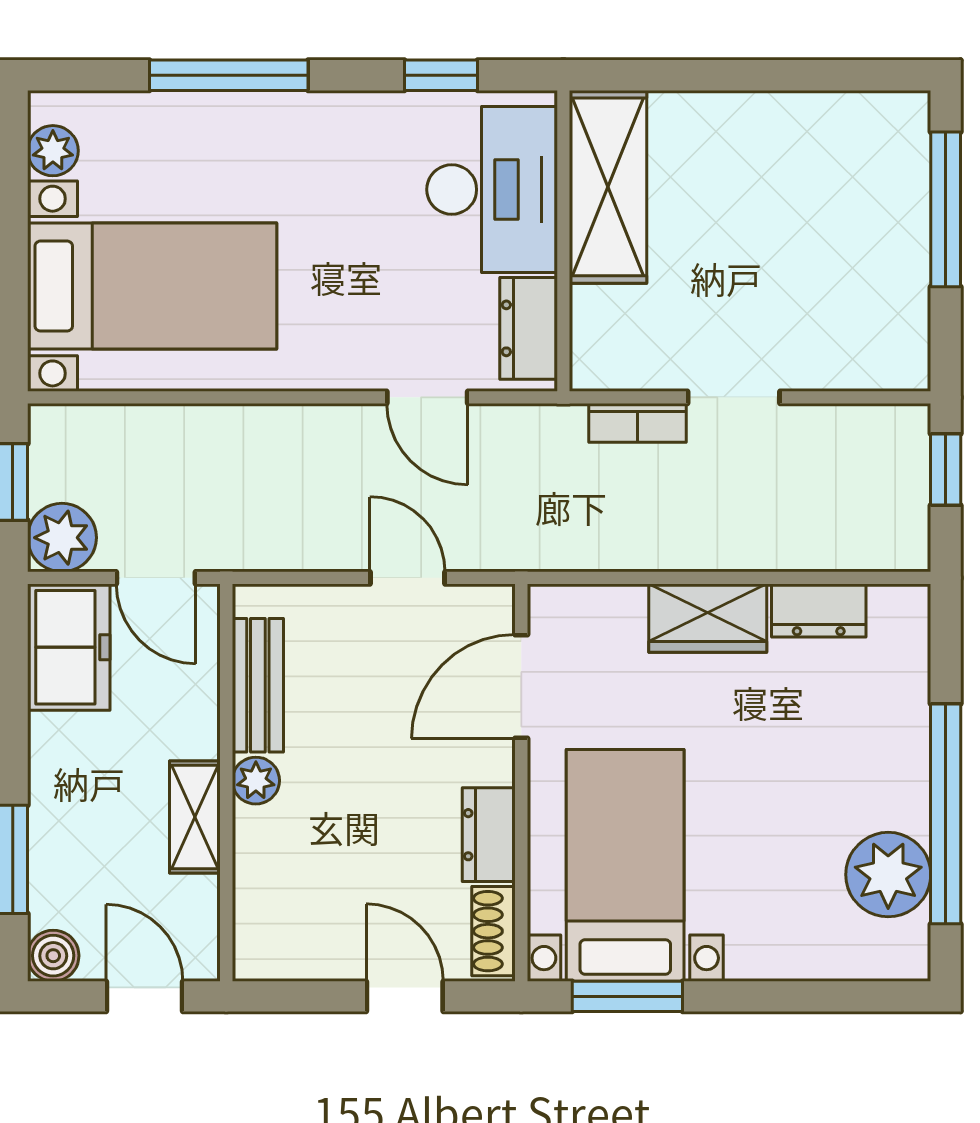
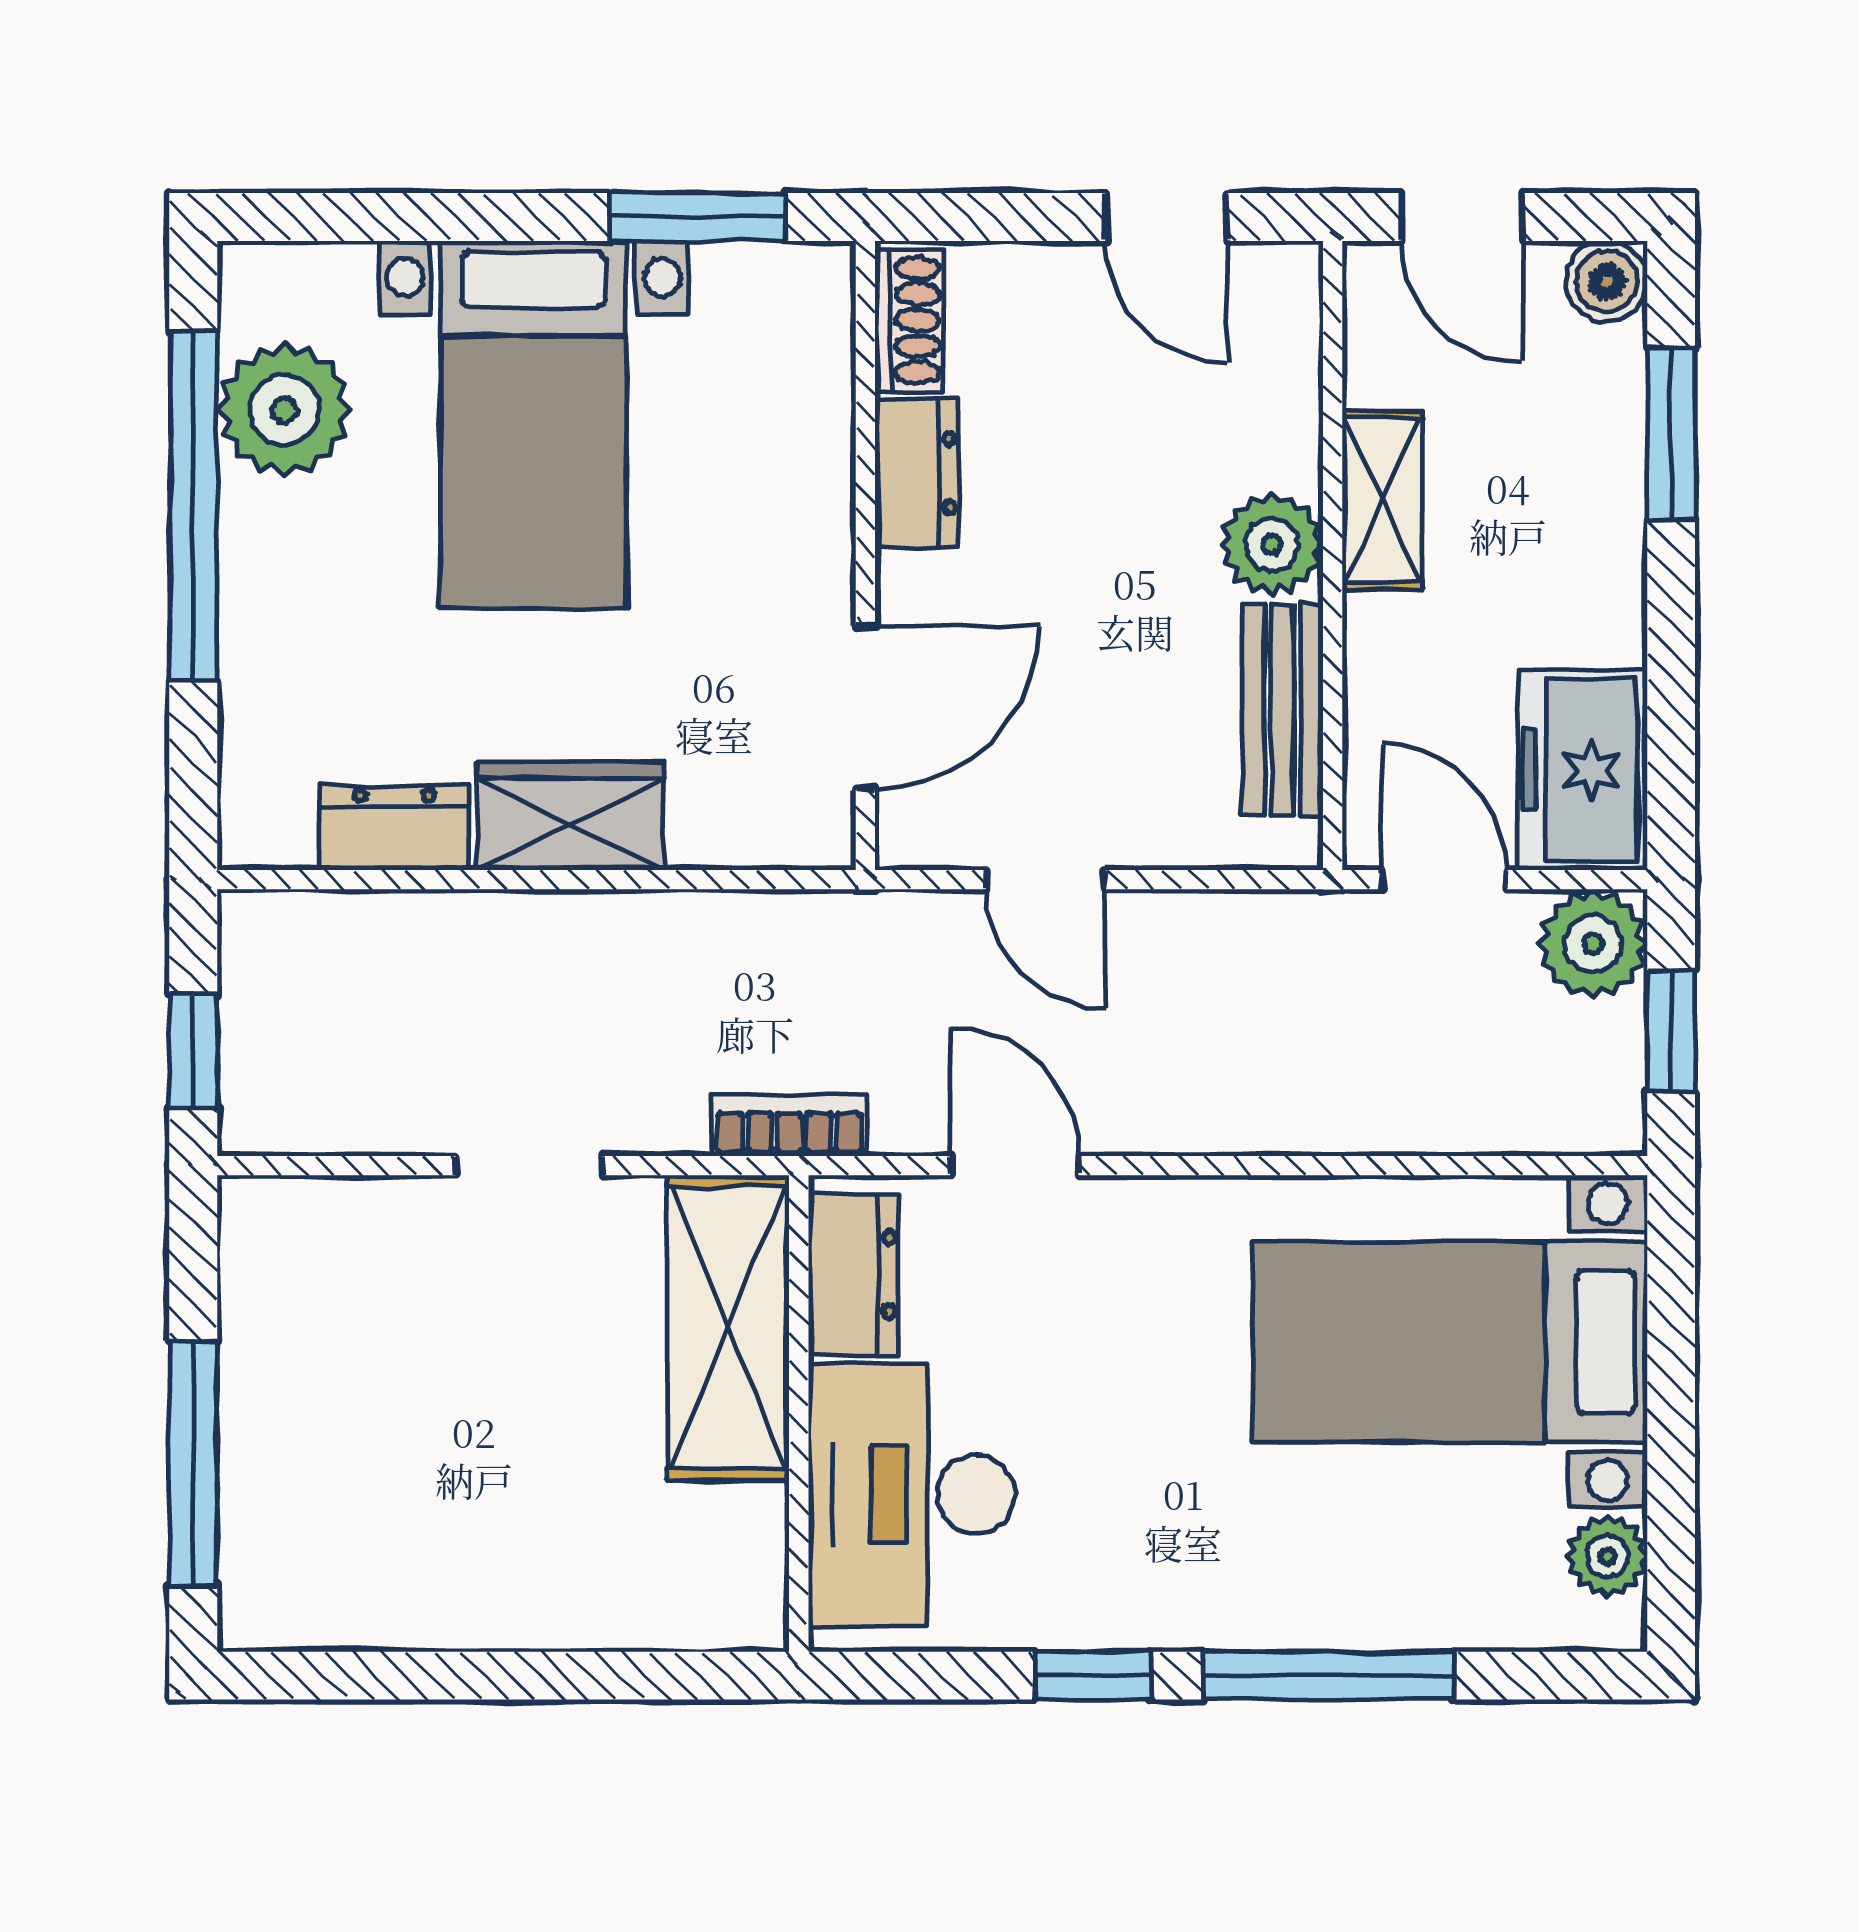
window: (441, 75) -> (1092, 1676), moved
shelving: (608, 187) -> (728, 1328), moved
bookcase: (638, 423) -> (789, 1125), moved
plant: (256, 781) -> (1272, 545), width x1.38, depth x1.38
bed with nightstands: (625, 865) -> (533, 424), moved
door: (405, 996) -> (1166, 217), moved

